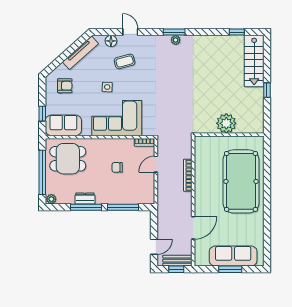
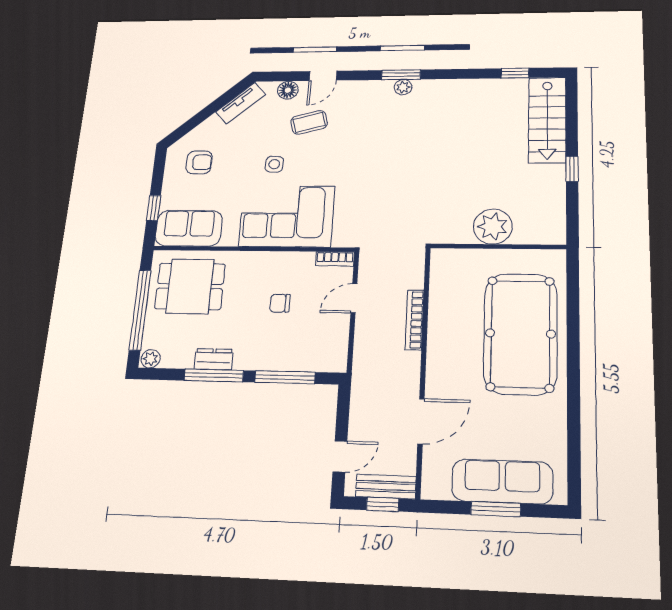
door: (130, 32) -> (323, 76), swing flipped
tv unit: (80, 53) -> (241, 103), width x0.71

